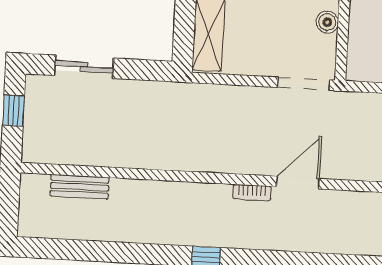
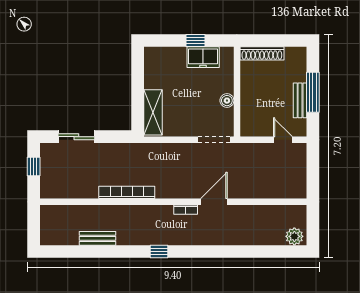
bookcase: (160, 160) -> (127, 192), added
bench: (80, 187) -> (97, 238), moved

